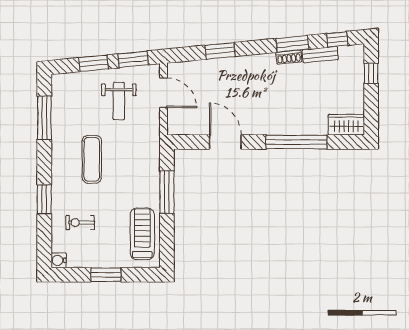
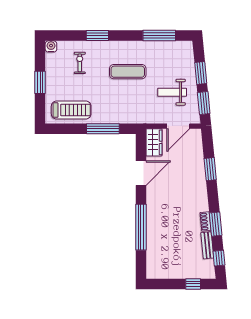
wardrobe: (346, 125) -> (154, 142), moved

